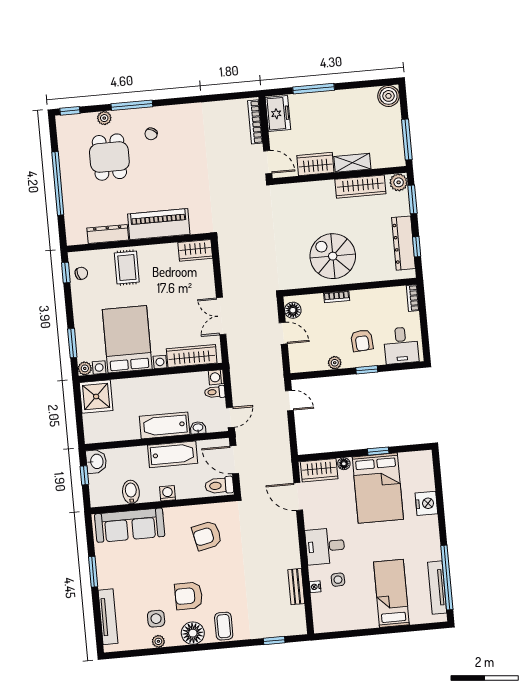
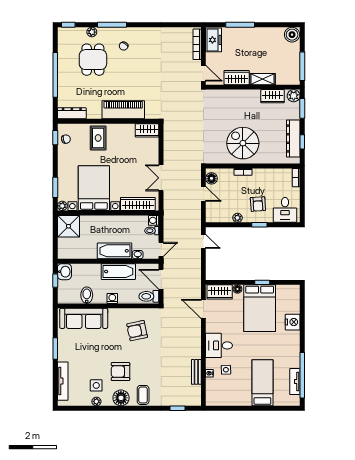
wardrobe: (360, 187) -> (272, 96), width x0.67
dresser: (108, 234) -> (72, 113), moved
tv unit: (437, 588) -> (295, 382), width x0.71

